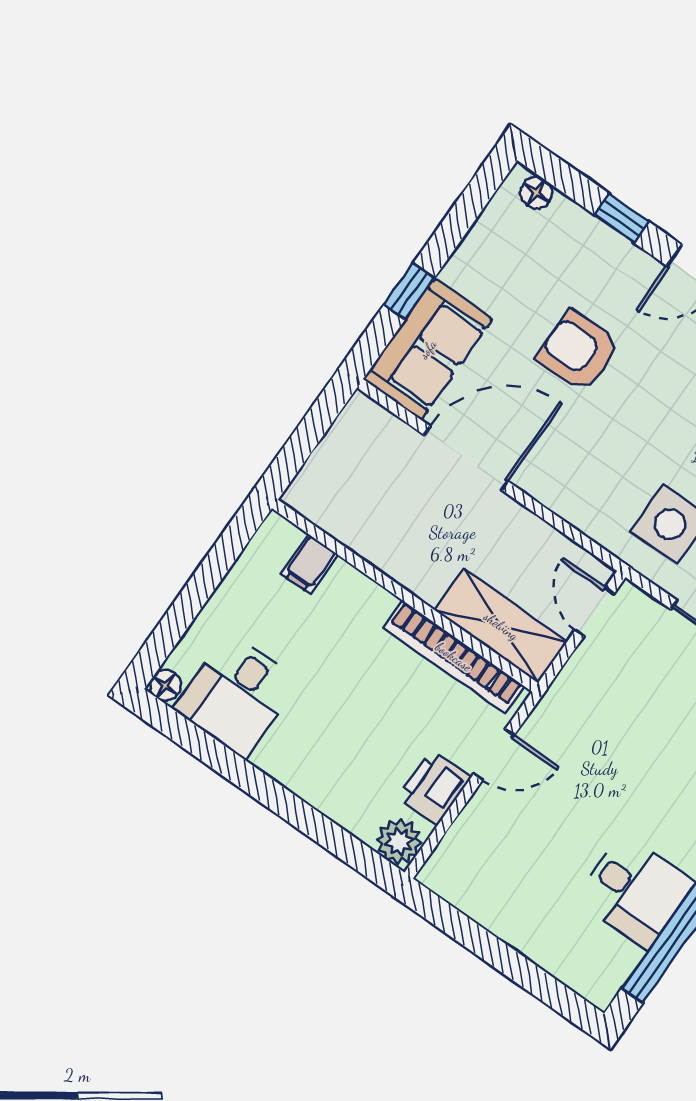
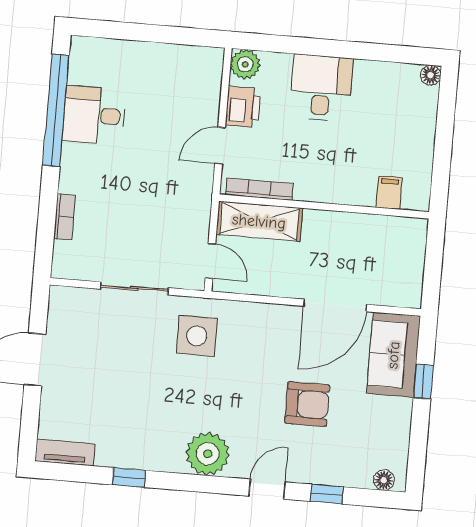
bookcase: (454, 657) -> (259, 189), width x0.68, depth x0.76
desk: (236, 695) -> (321, 88), moved

